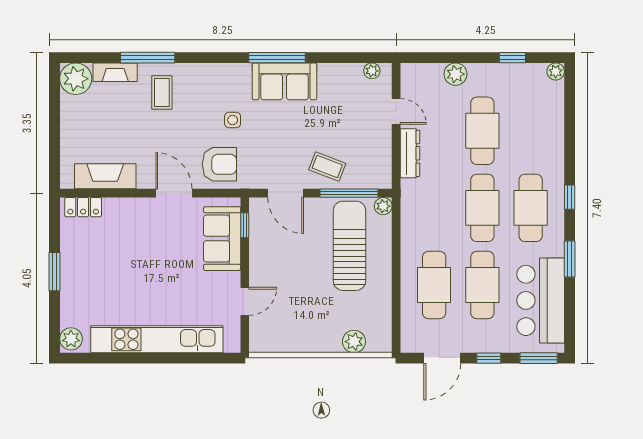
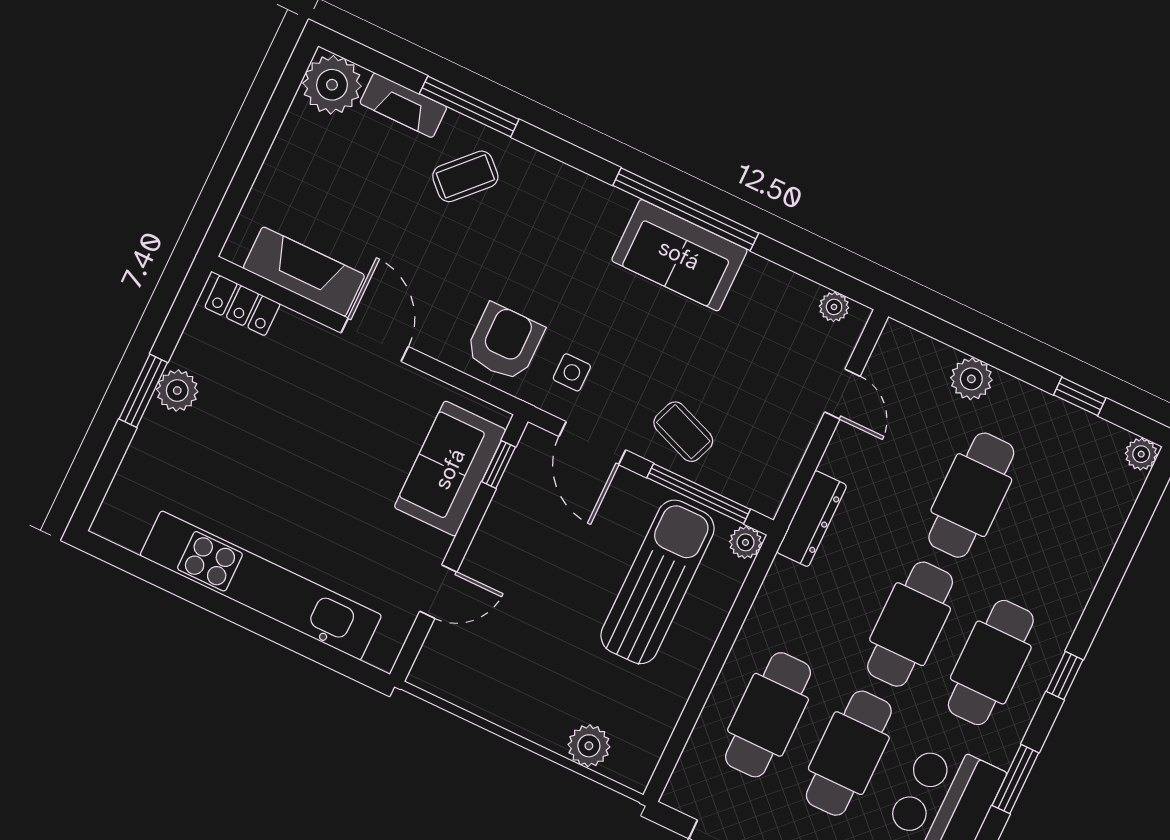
window: (277, 58) -> (686, 209), width x1.46
coffee table: (162, 93) -> (465, 176), turned 44
side table: (233, 120) -> (572, 372), moved
dresser: (410, 153) -> (812, 519), moved
armchair: (219, 164) -> (505, 342), turned -90
door: (174, 193) -> (375, 340), moved
plant: (71, 339) -> (177, 391), moved

